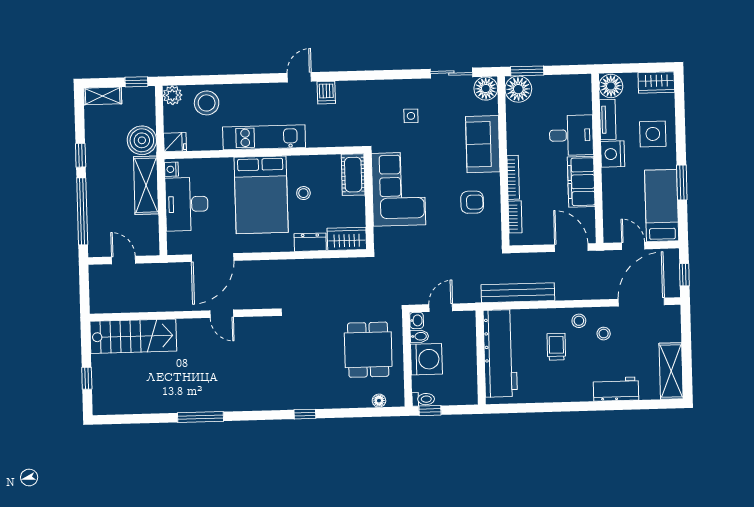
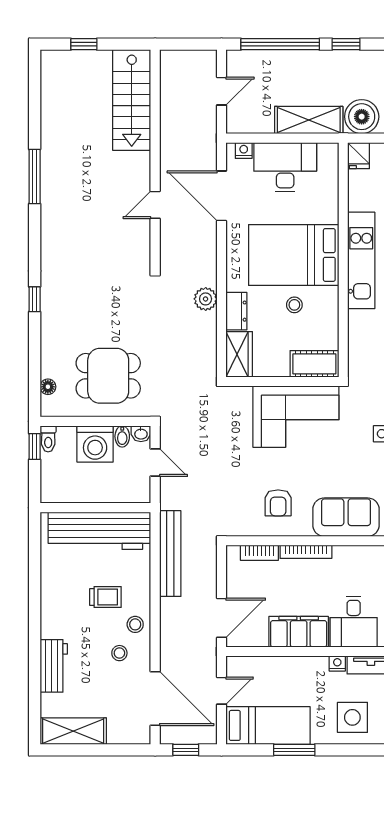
nightstand: (613, 154) -> (337, 663), width x0.53, depth x0.56
nightstand: (171, 169) -> (244, 150), moved
plant: (301, 269) -> (206, 299), added

